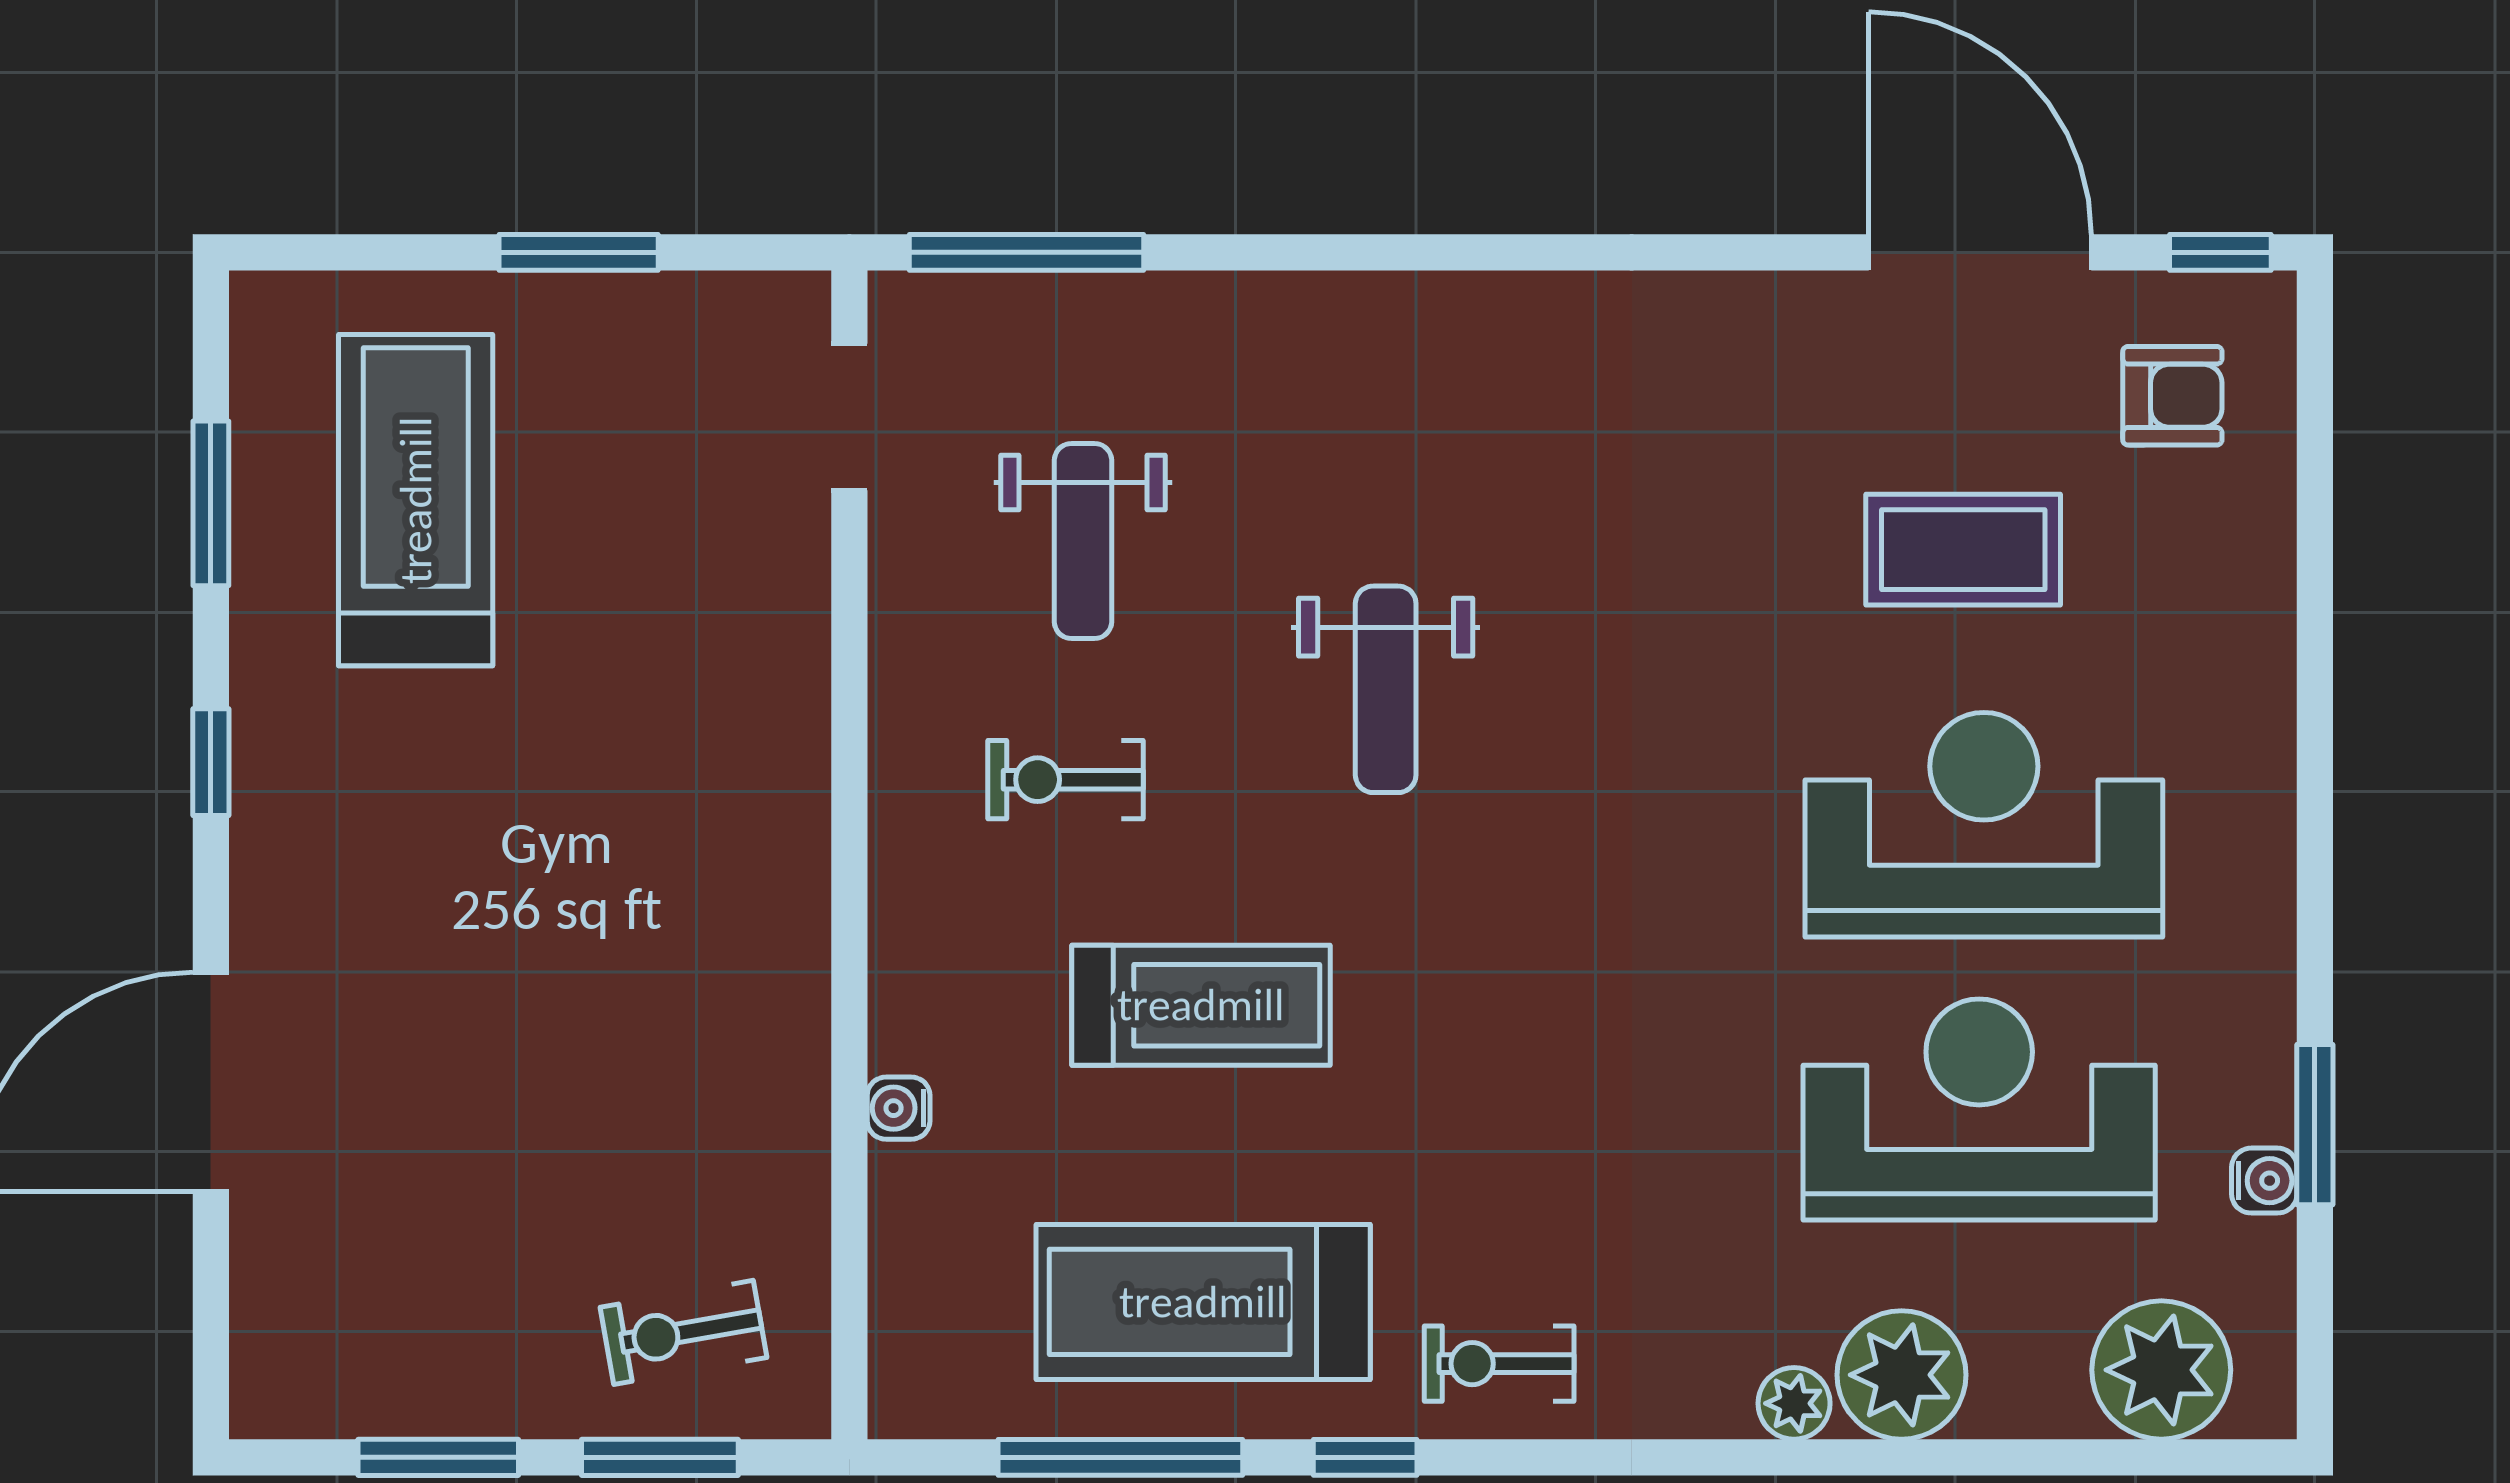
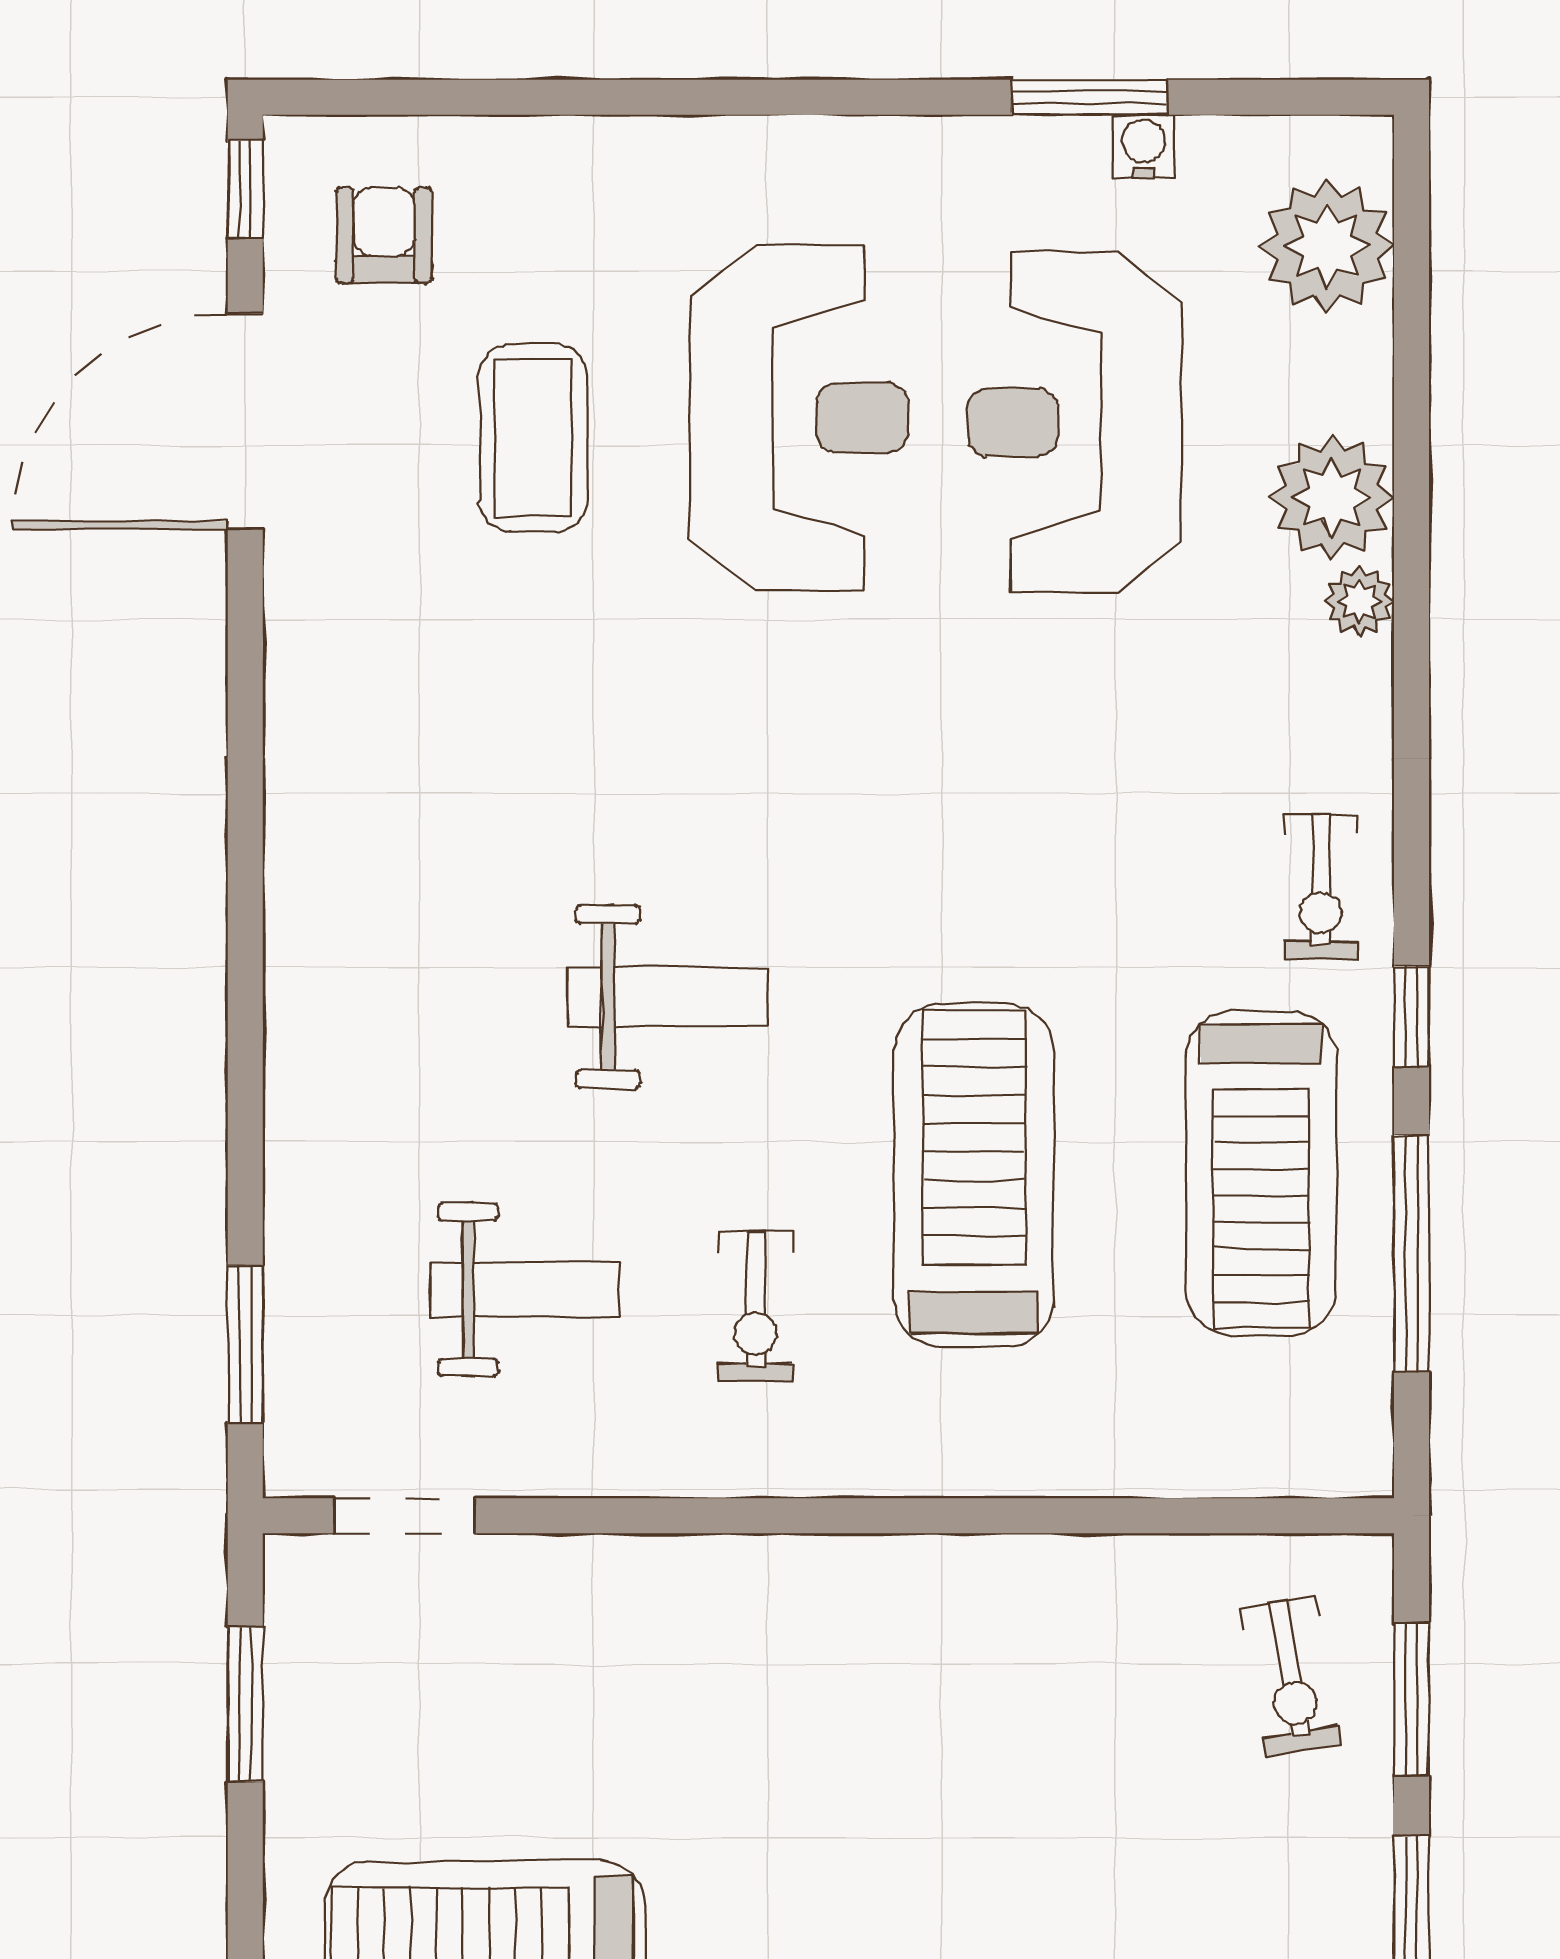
window: (579, 252) -> (245, 1704), moved
window: (1026, 252) -> (245, 1344), width x0.69
reception desk: (1984, 825) -> (799, 418), turned 180
treadmill: (1201, 1005) -> (974, 1175), width x1.37, depth x1.38
water cooler: (899, 1108) -> (1074, 1468), removed

